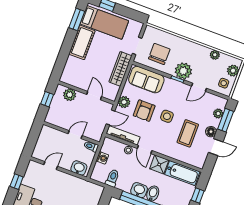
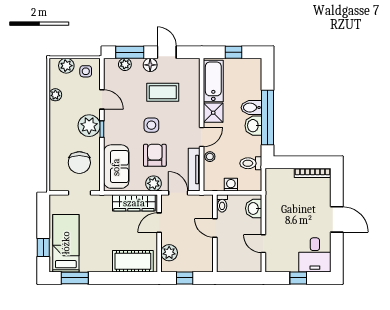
cot: (82, 42) -> (133, 261), moved
chair: (159, 54) -> (79, 163), turned -90
wardrobe: (120, 69) -> (134, 203), moved
armchair: (144, 111) -> (155, 155), turned -90

